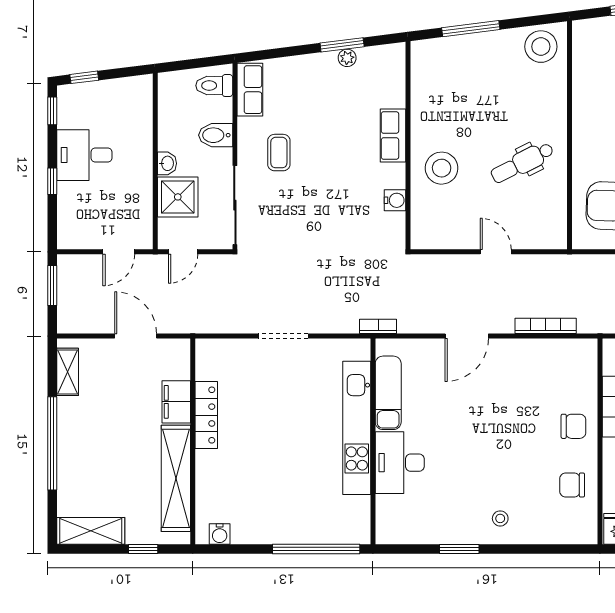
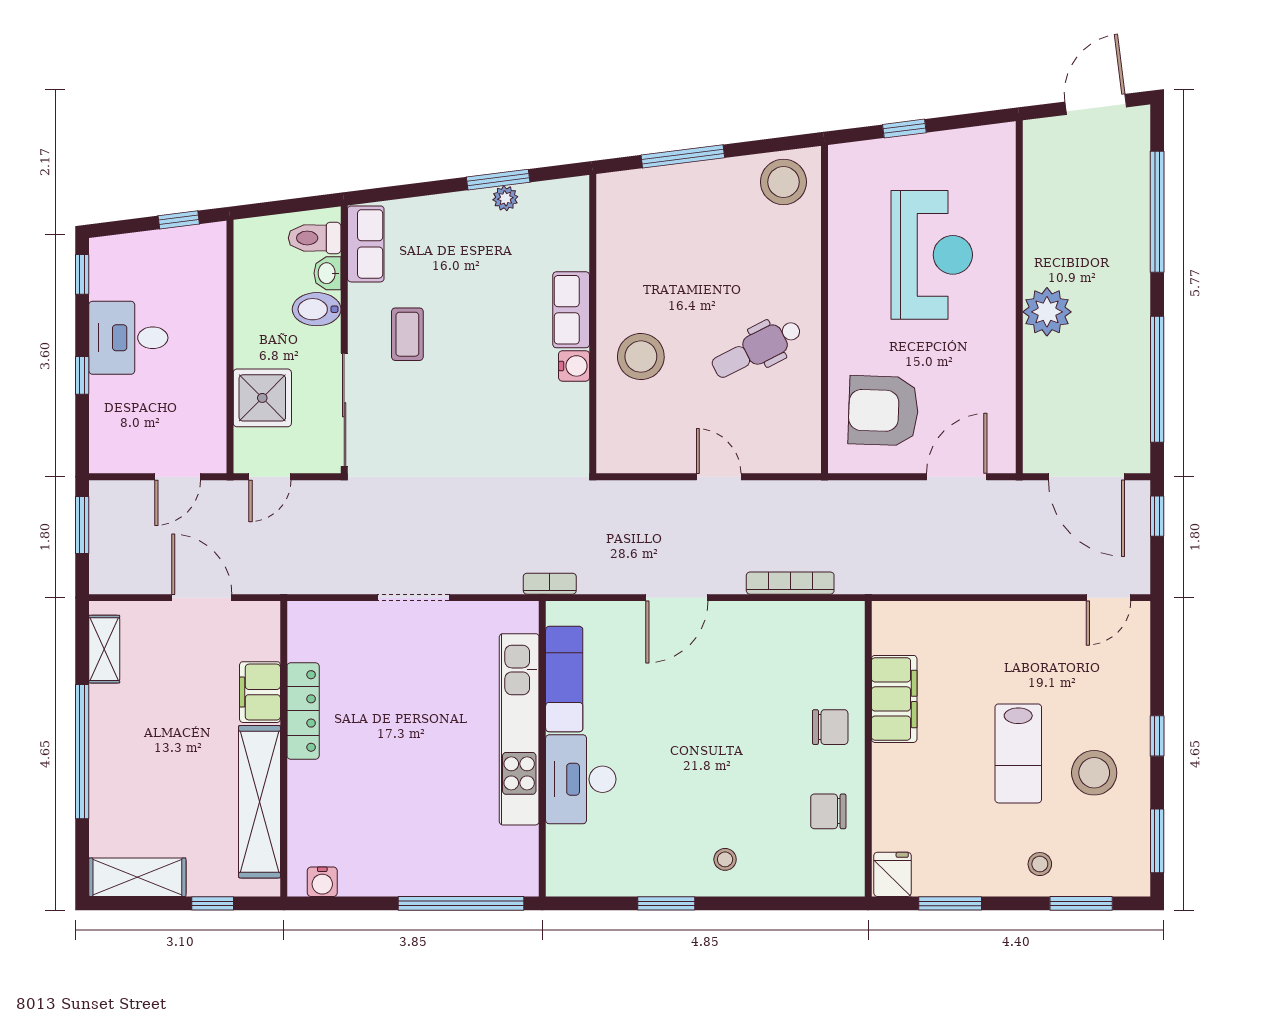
window: (84, 77) -> (179, 220), moved
washbasin: (167, 163) -> (327, 273), moved, turned 180
water cooler: (395, 200) -> (574, 366), moved

